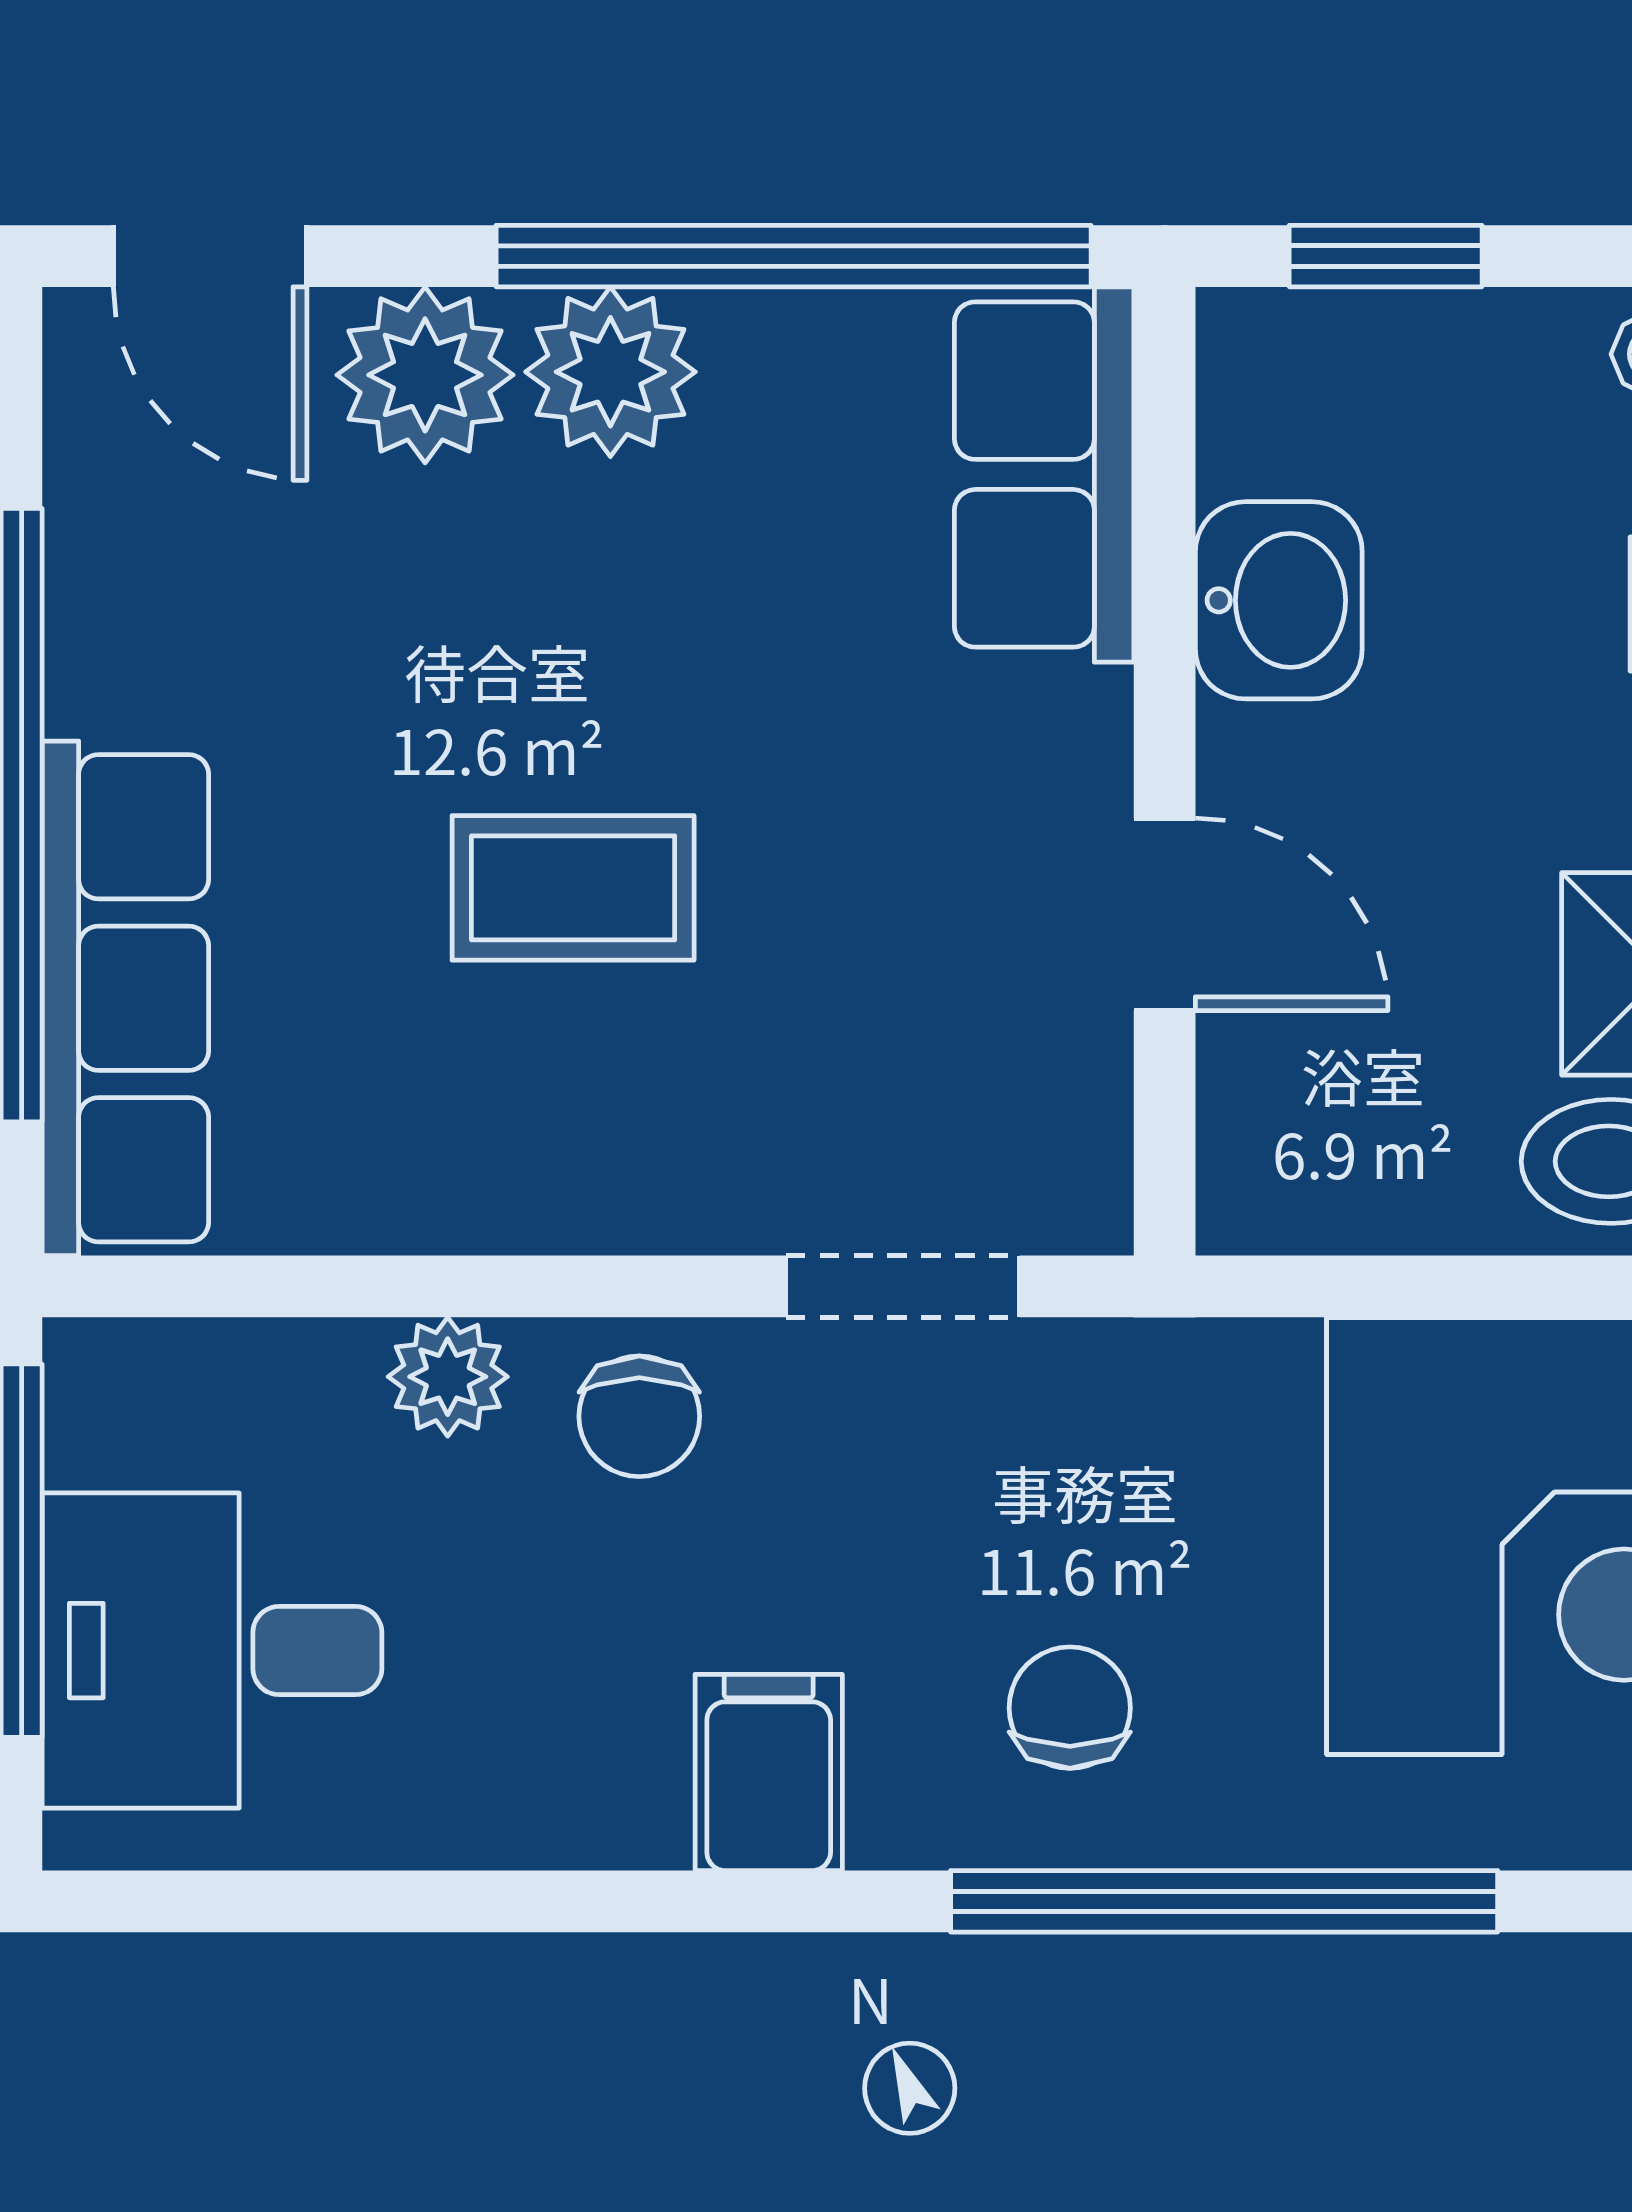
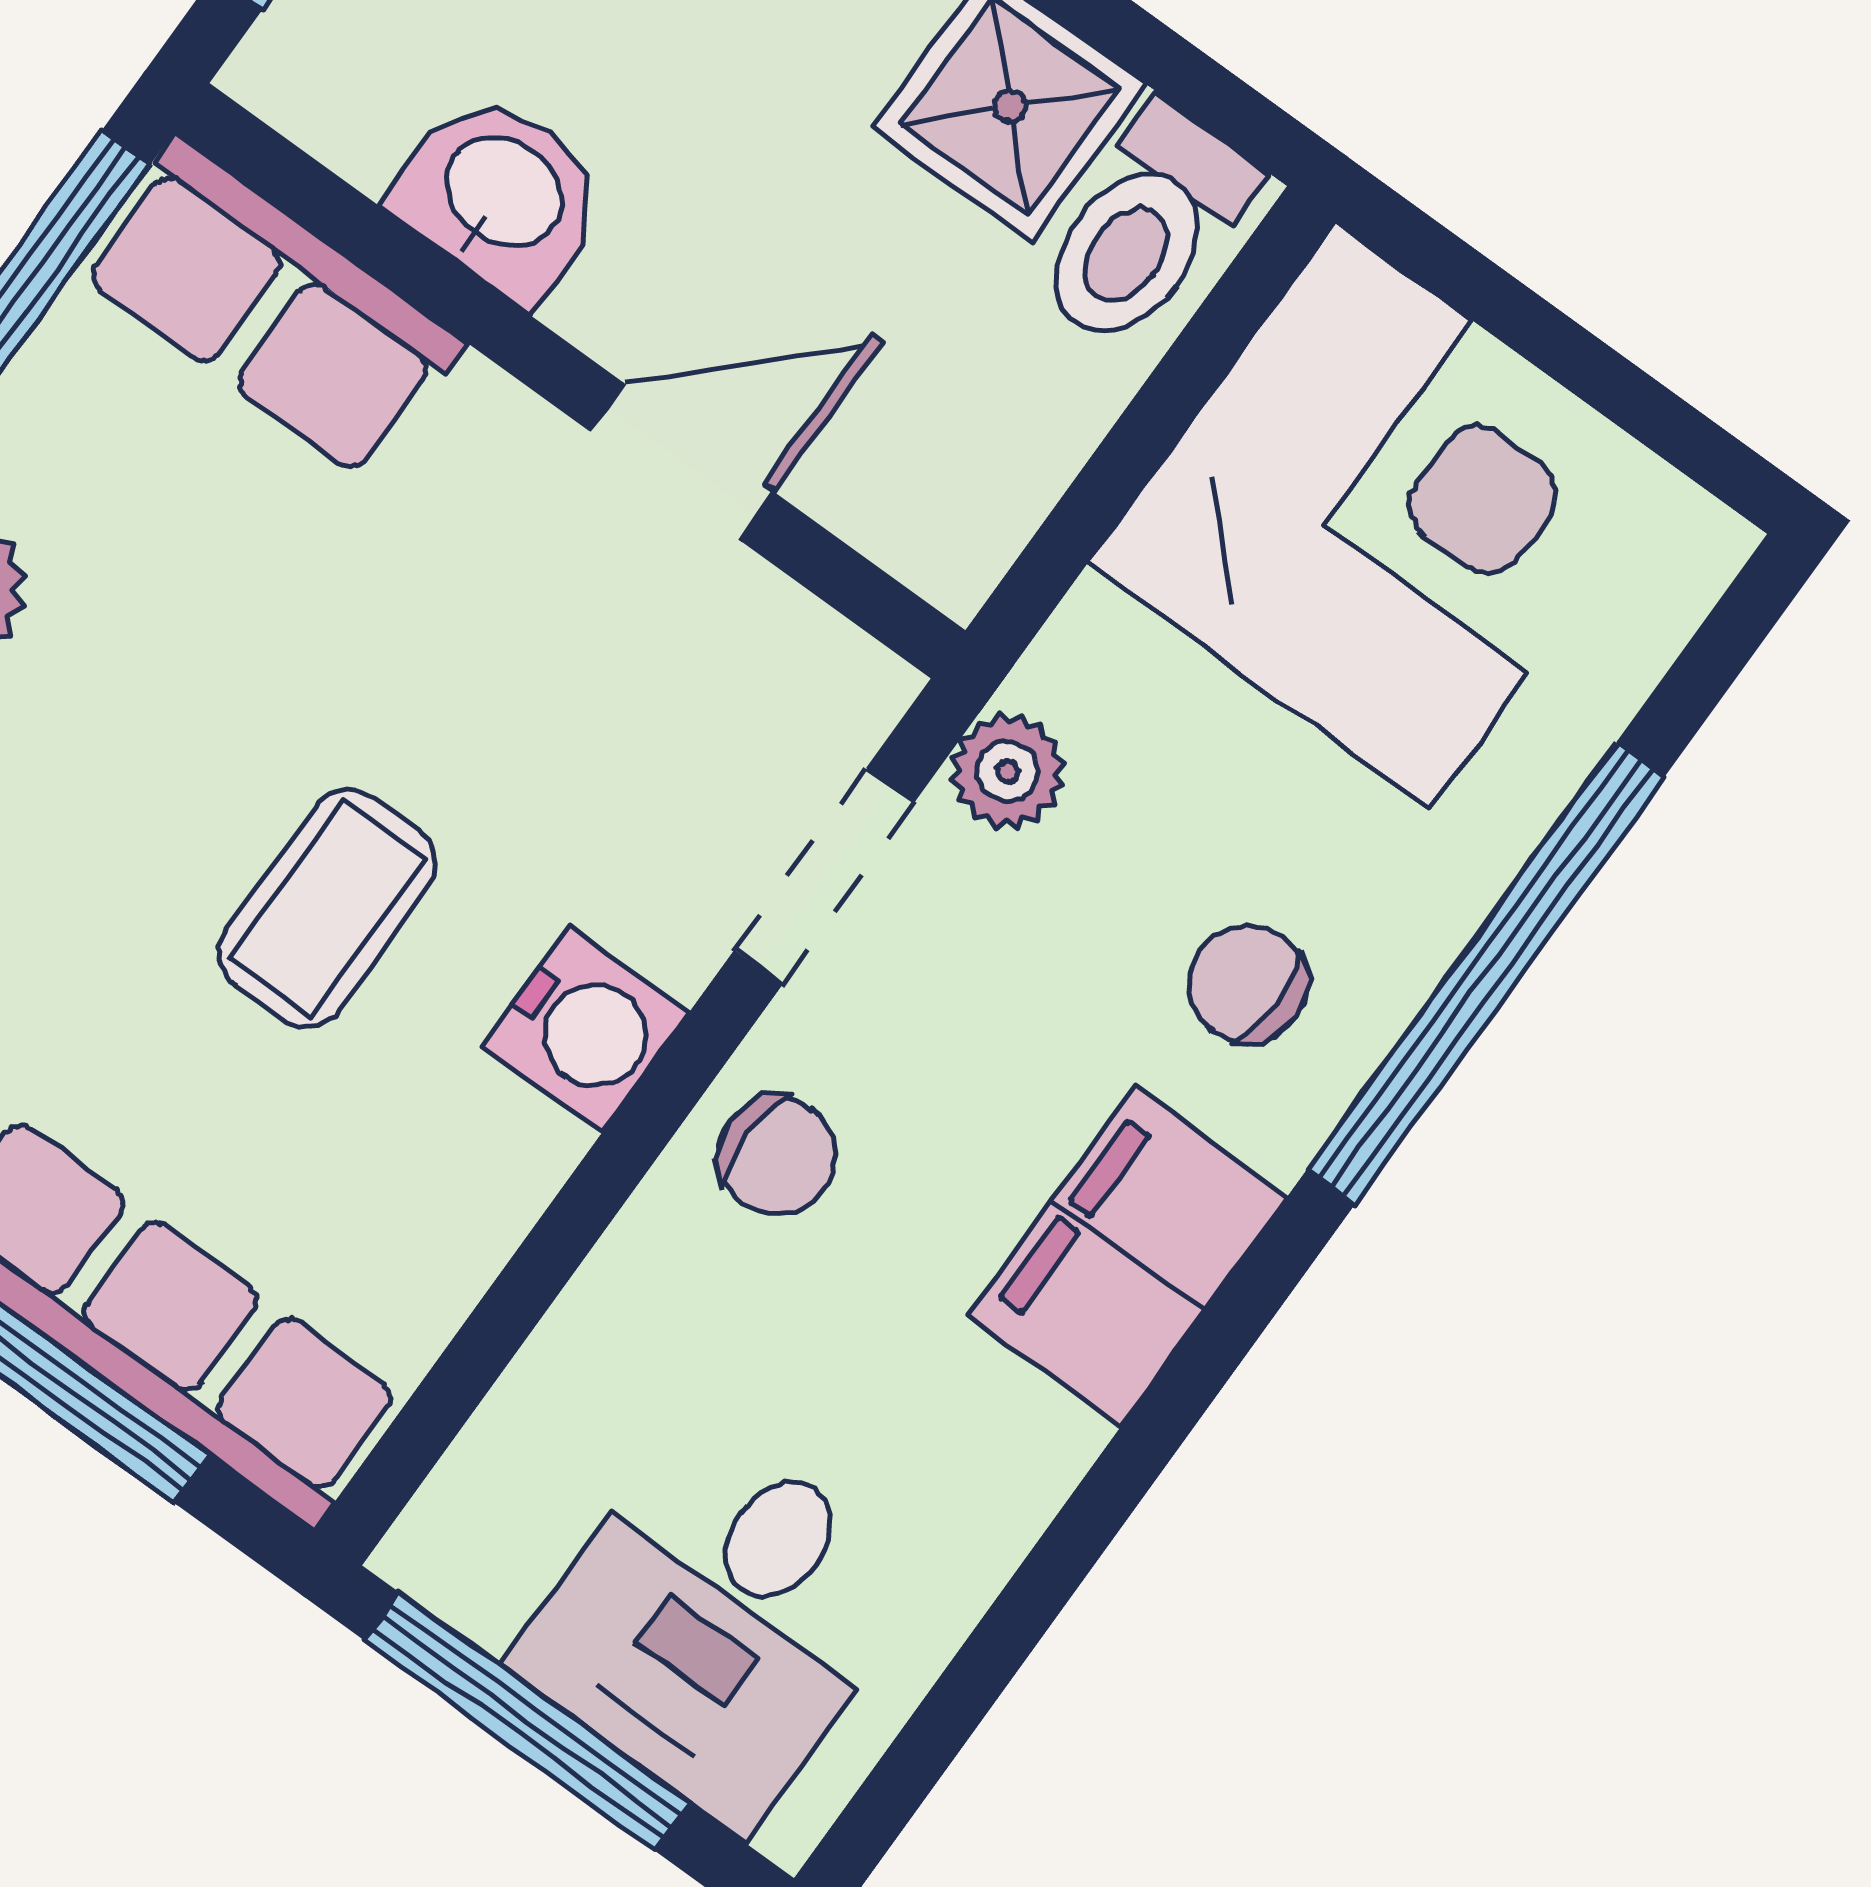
water cooler: (629, 1178) -> (586, 1029), added
plant: (448, 1377) -> (1008, 772), moved
filing cabinet: (769, 1772) -> (1128, 1256), width x2.00

